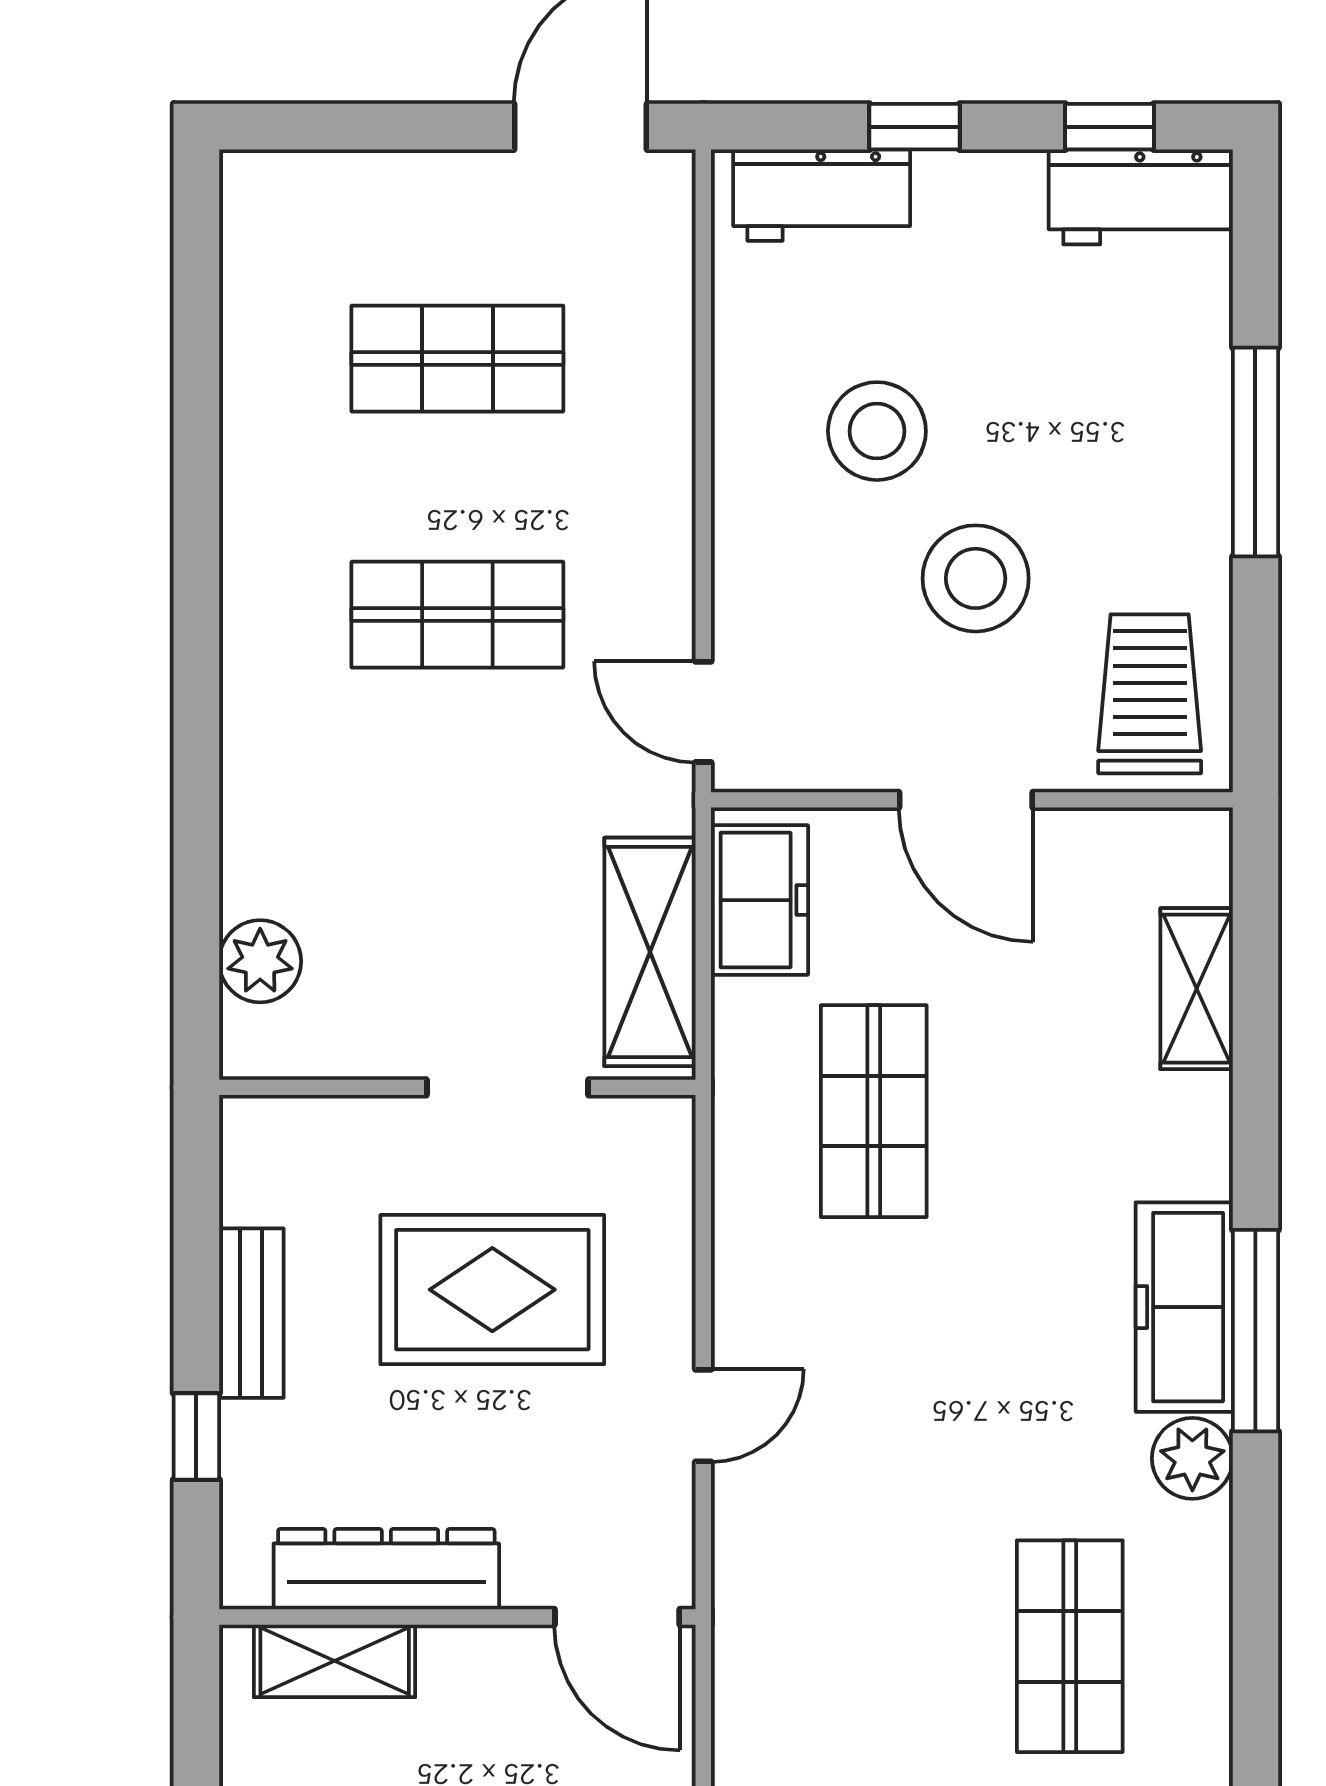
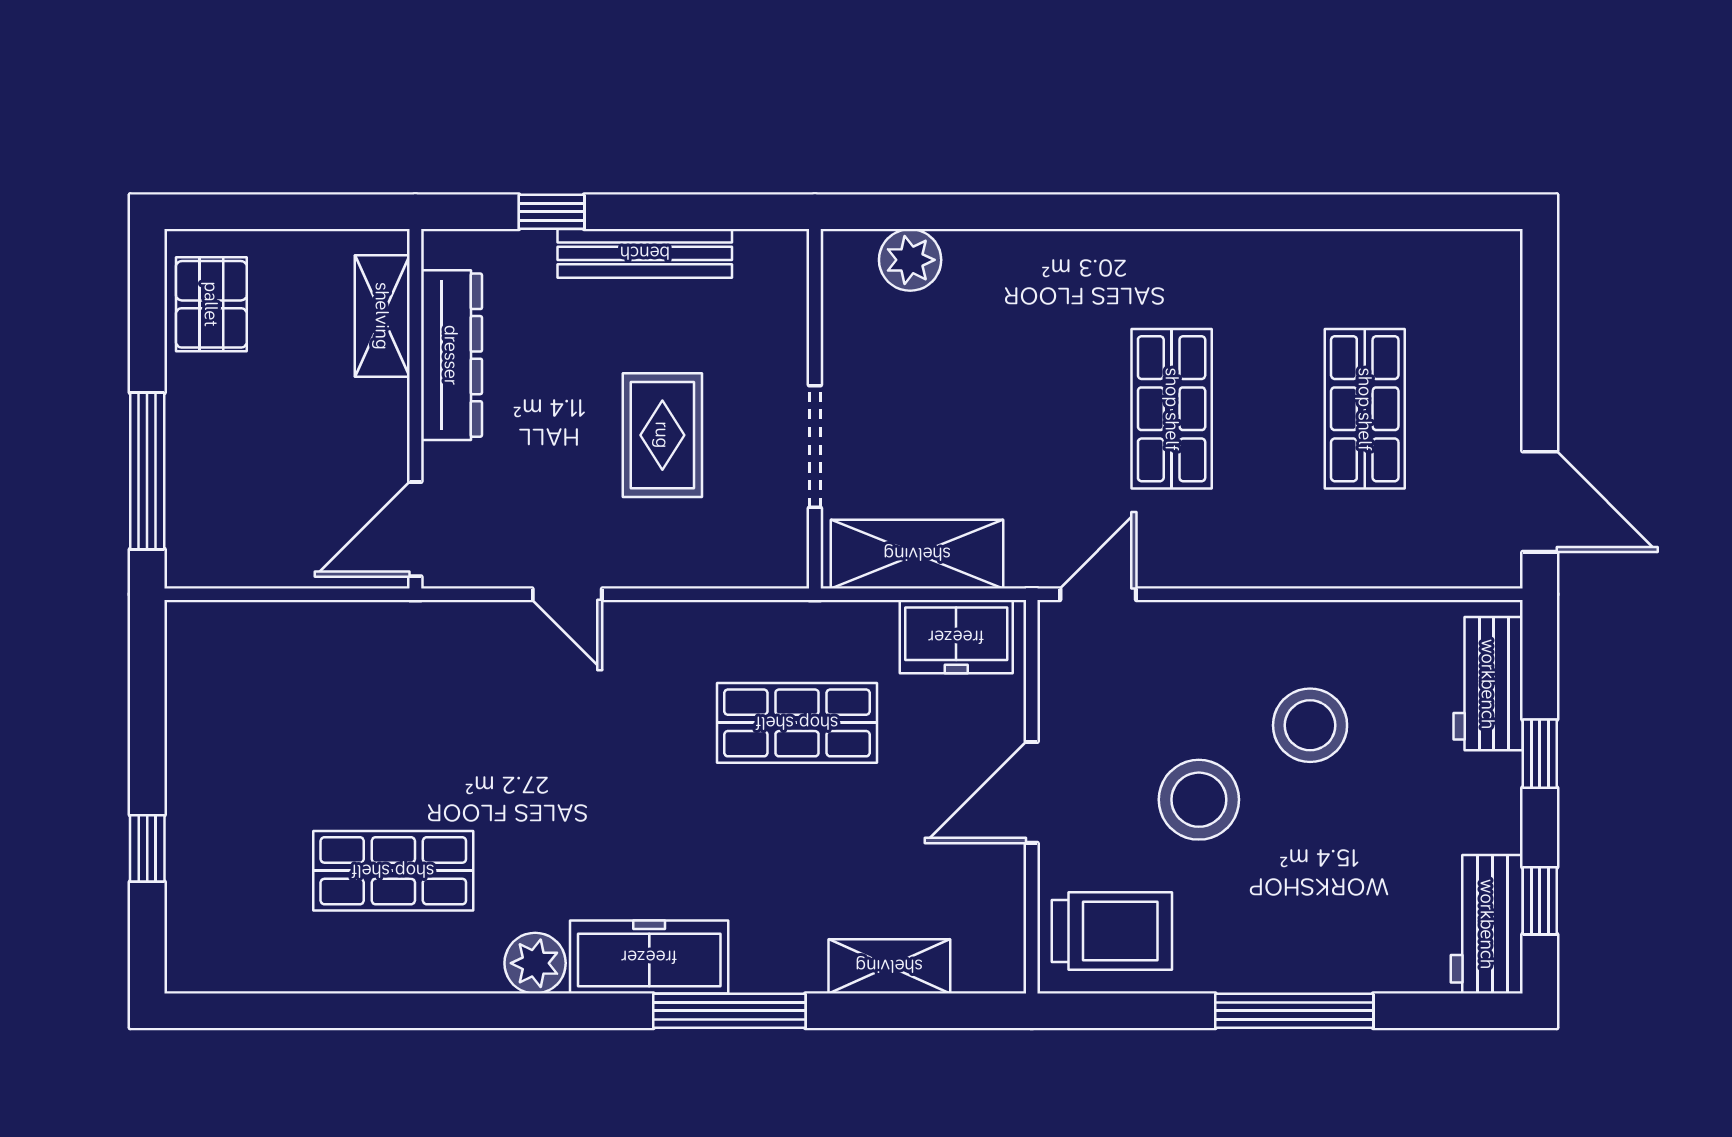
rug: (492, 1290) -> (662, 435), width x0.73, depth x0.70
bench: (251, 1313) -> (645, 253), width x1.36
window: (1255, 1331) -> (729, 1011), moved

